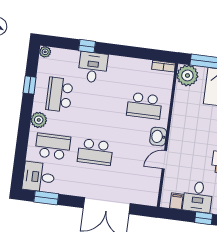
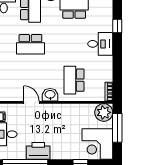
desk: (93, 67) -> (100, 44), moved
school desk: (95, 152) -> (30, 44), turned -90

